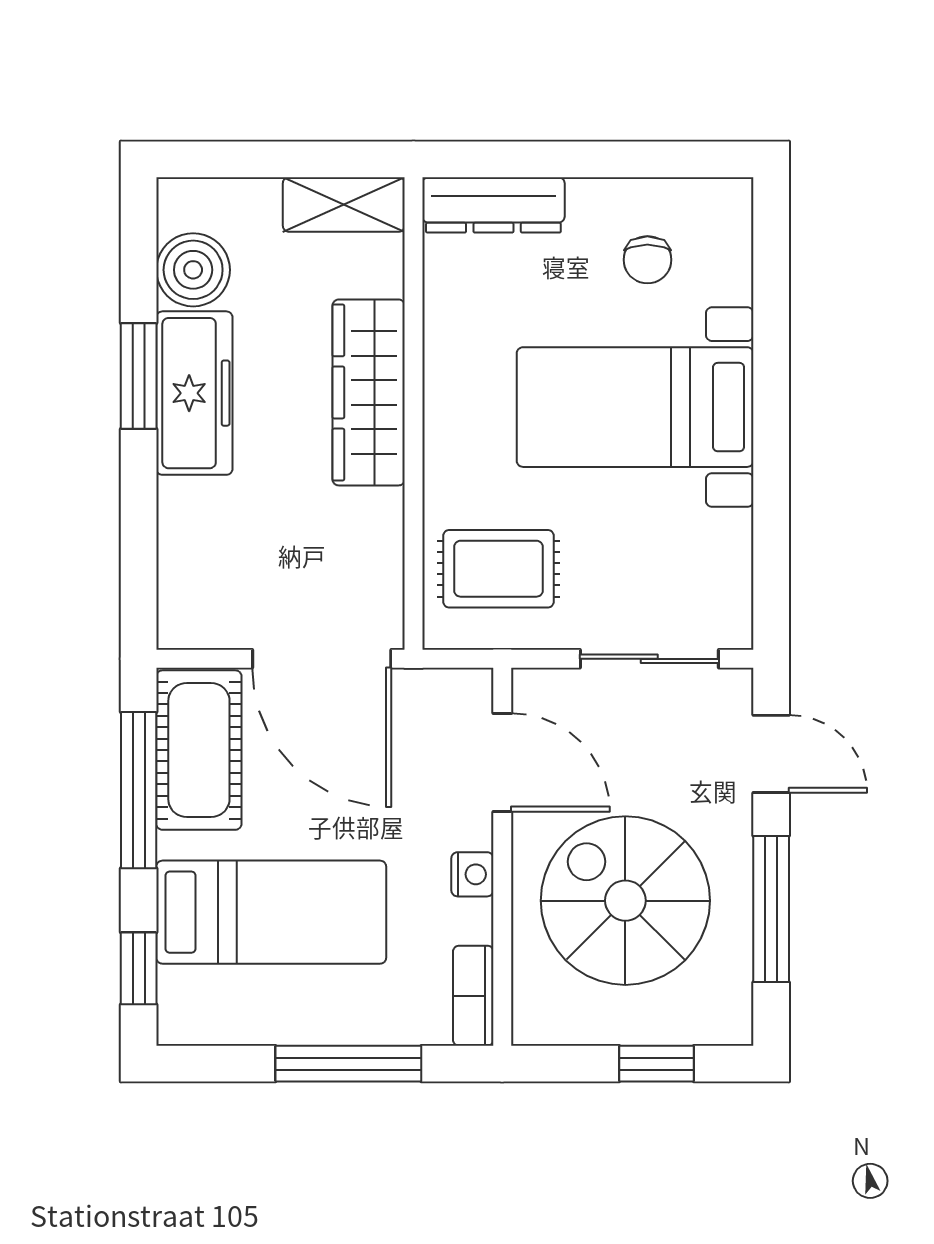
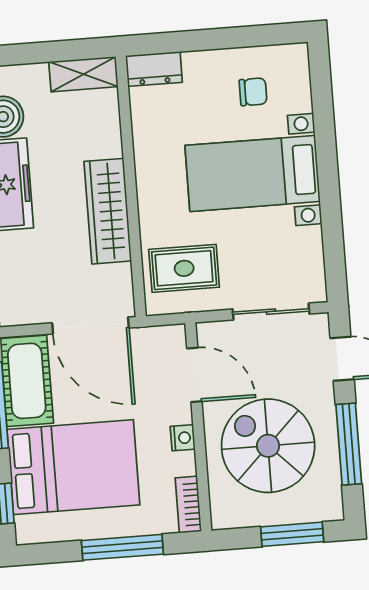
dresser: (493, 205) -> (154, 69), width x0.70
chair: (647, 260) -> (253, 92), turned -90
wardrobe: (369, 392) -> (108, 211), moved
bed: (271, 912) -> (73, 467), width x1.50
window: (657, 1064) -> (292, 534), width x1.50

